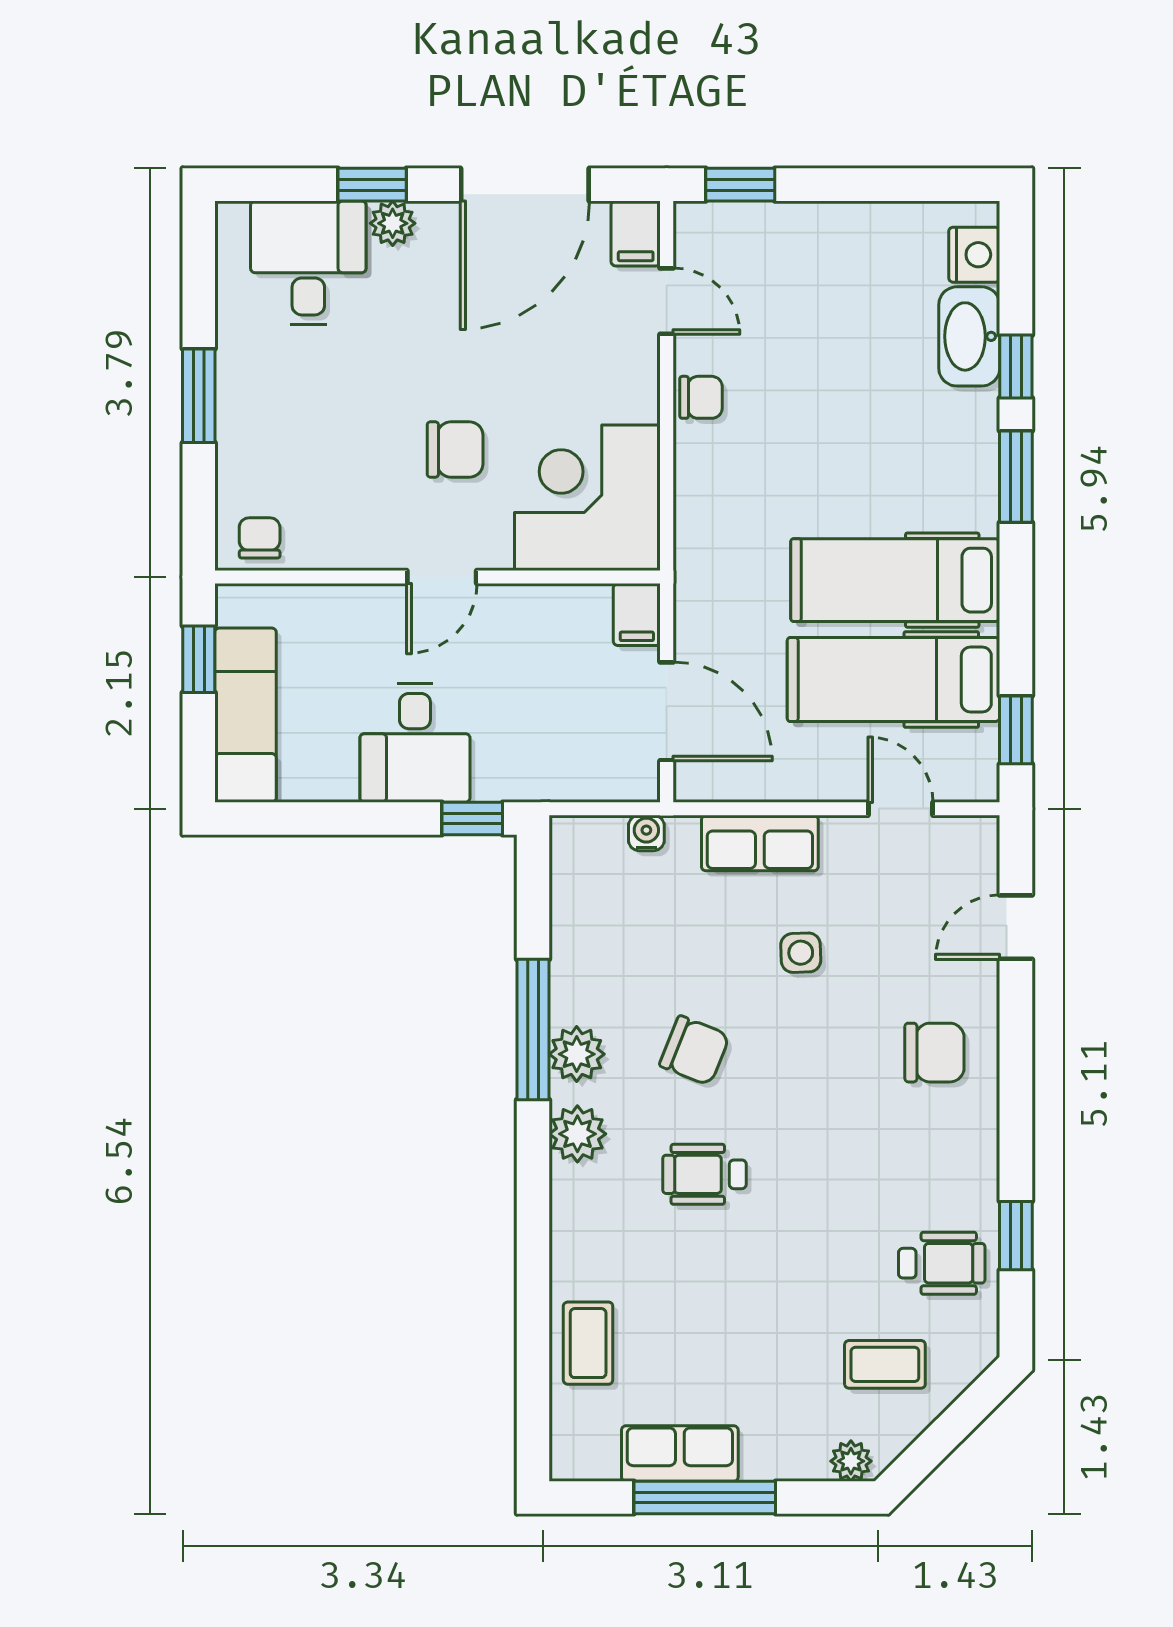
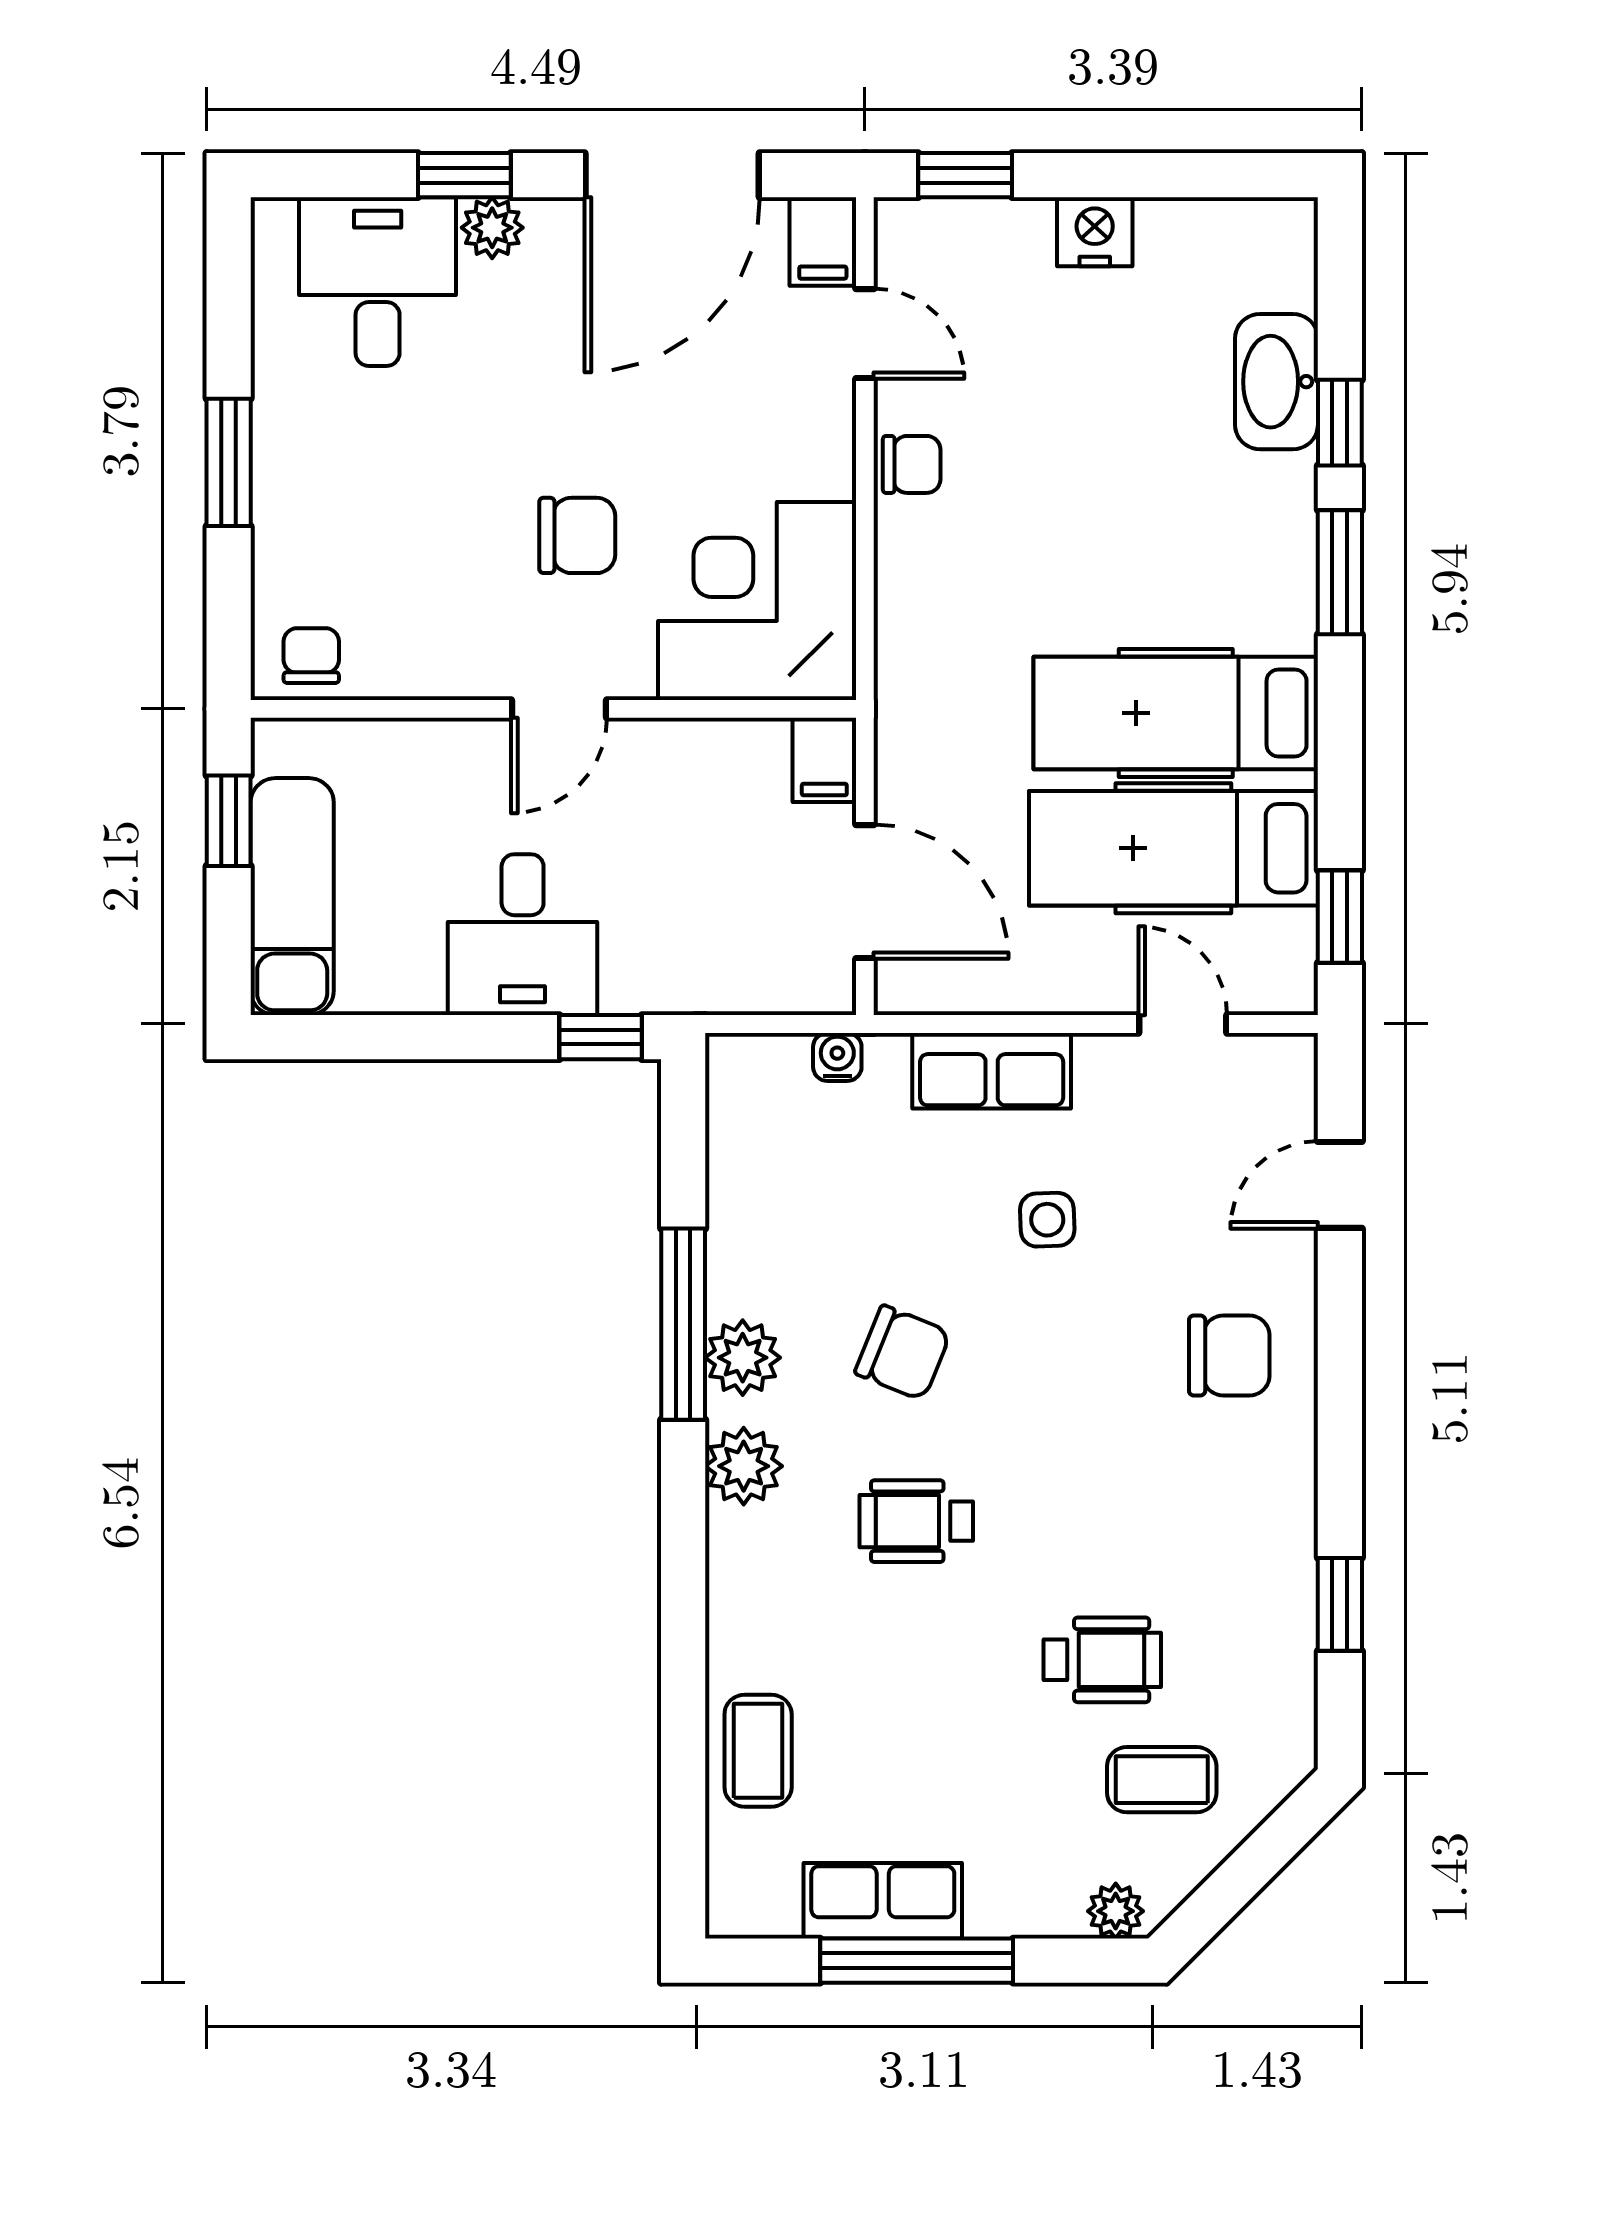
nightstand: (974, 255) -> (1095, 232), moved, turned -90
wheelchair: (942, 1263) -> (1102, 1660), moved

